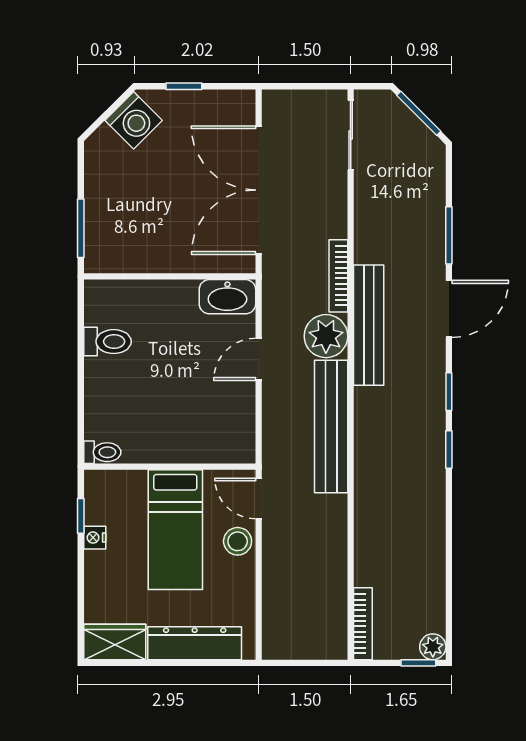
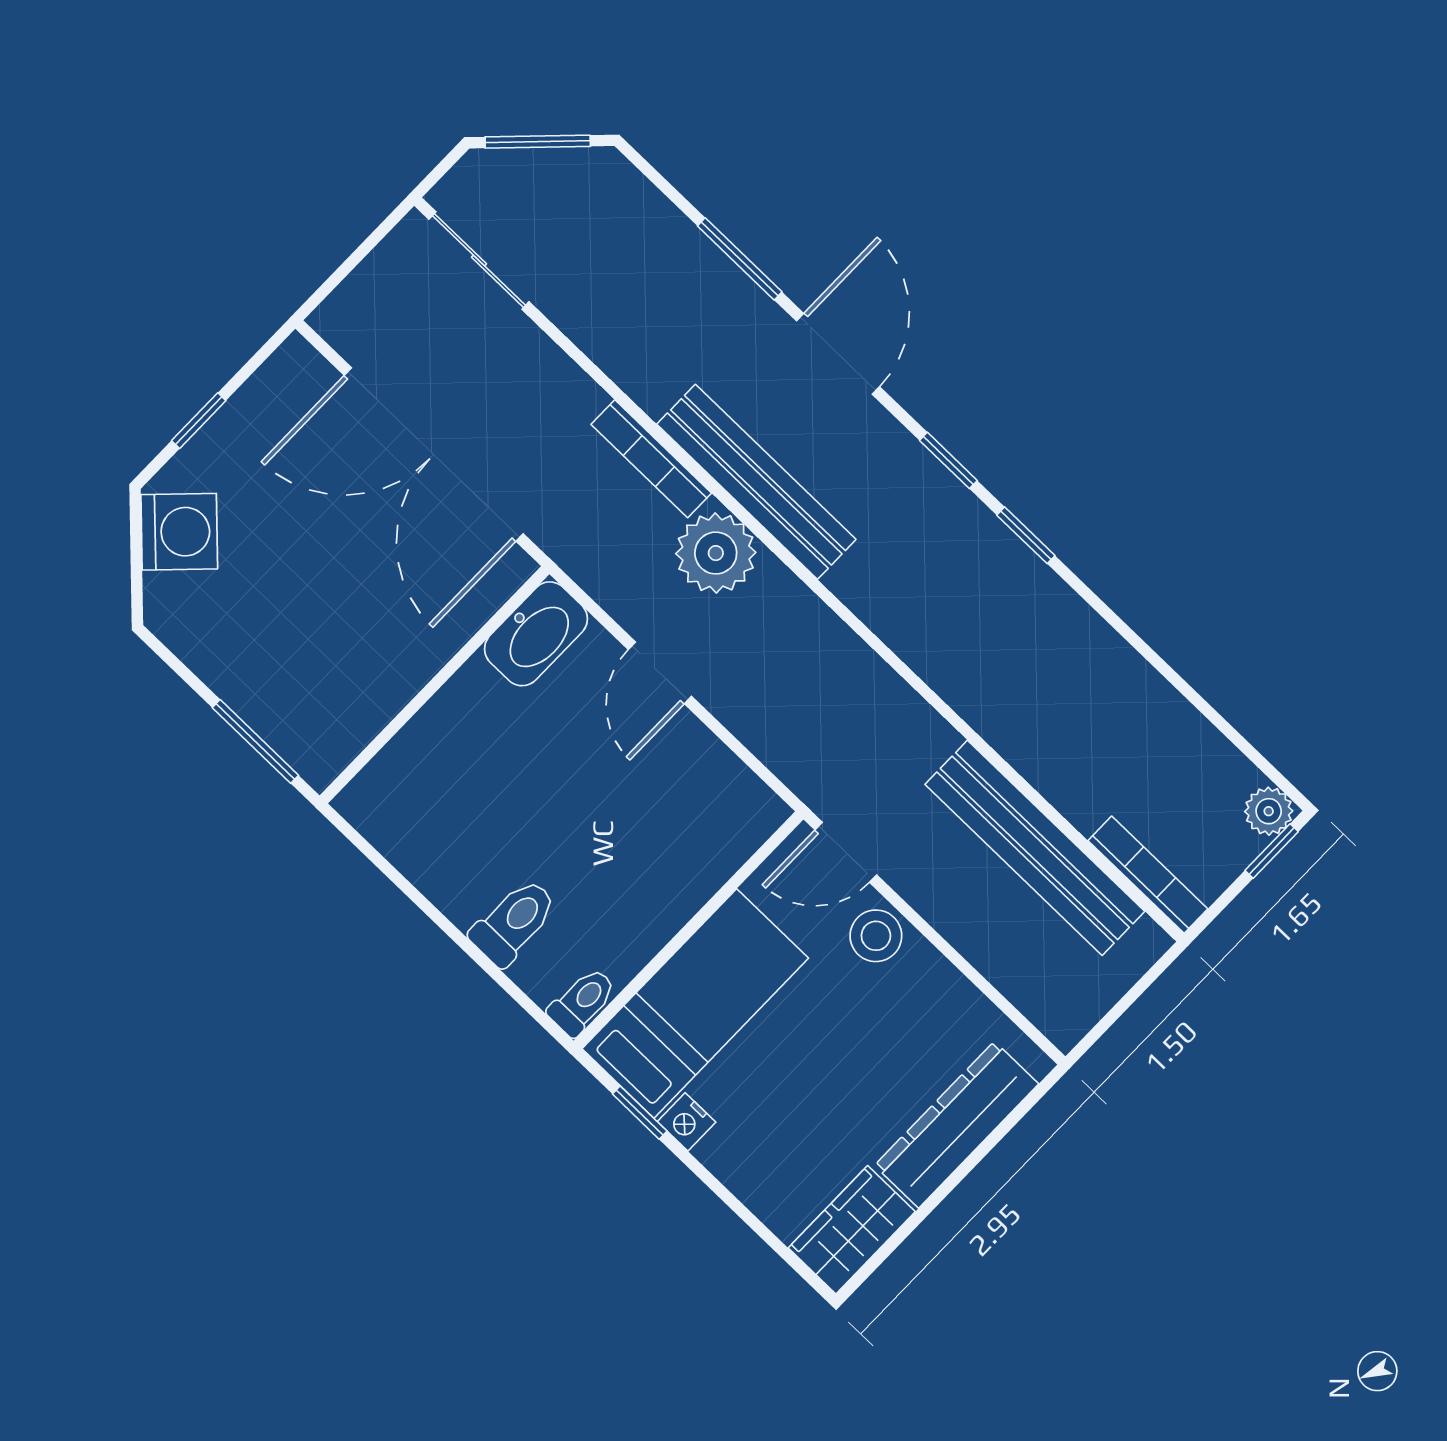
toilet: (107, 342) -> (514, 922), moved
bench: (331, 427) -> (1035, 848), moved
bed: (175, 530) -> (695, 1003), moved, turned -90

